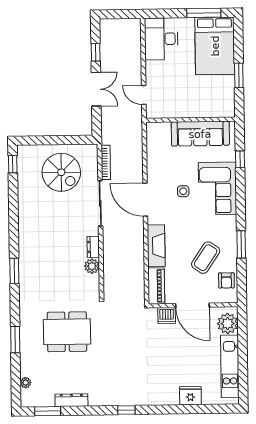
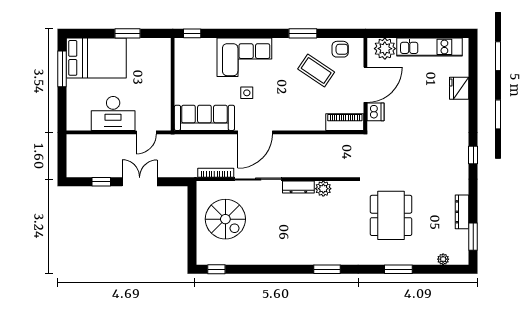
desk: (161, 39) -> (113, 113), moved
sofa: (200, 134) -> (204, 118), moved, turned -90
window: (240, 159) -> (192, 33), moved
spiral stairs: (61, 172) -> (225, 219), turned 90
fireplace: (156, 246) -> (303, 122), removed
dresser: (93, 247) -> (298, 187), width x1.44

